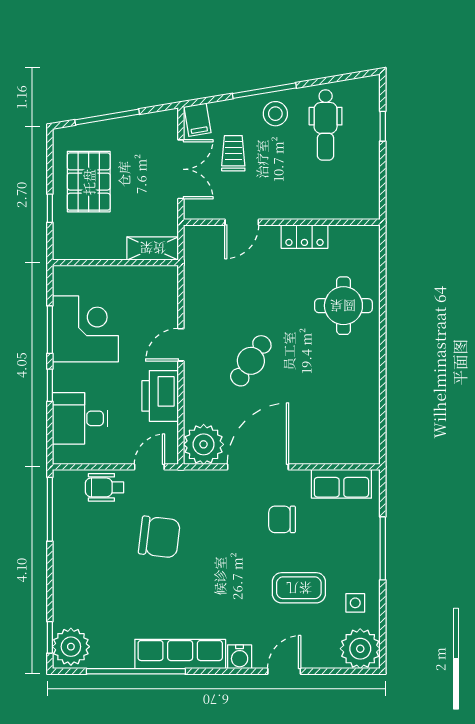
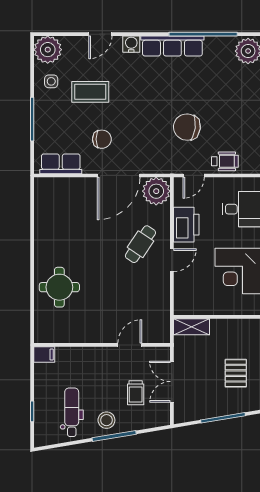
filing cabinet: (197, 120) -> (44, 355), moved, turned 99
pallet: (89, 182) -> (236, 373), width x0.67, depth x0.71
locker: (304, 237) -> (86, 335), removed
cafe table: (251, 361) -> (140, 244), moved

